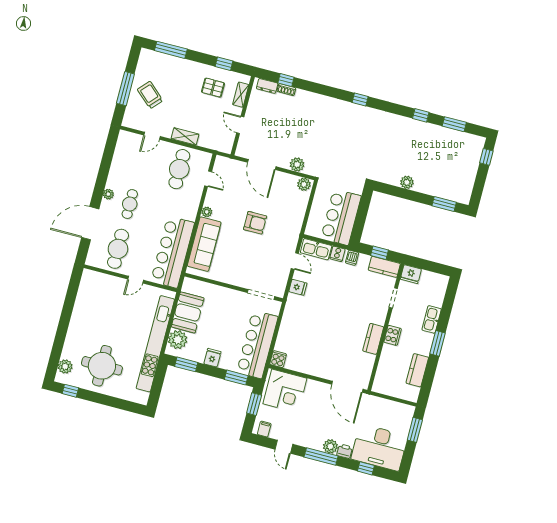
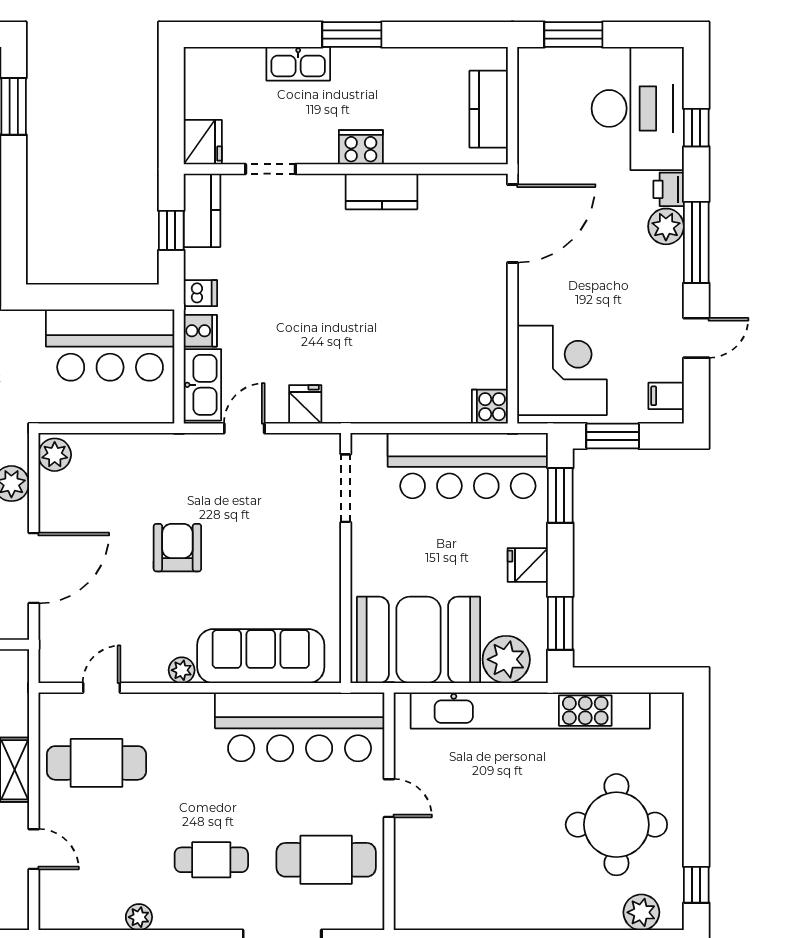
plant: (108, 194) -> (139, 917), moved
booth: (188, 312) -> (418, 640), width x1.36, depth x1.42
kitchen counter: (417, 370) -> (489, 109), moved, turned 90

